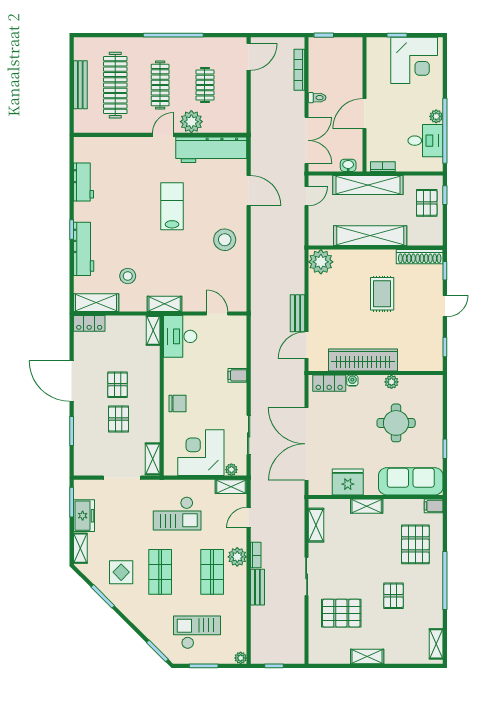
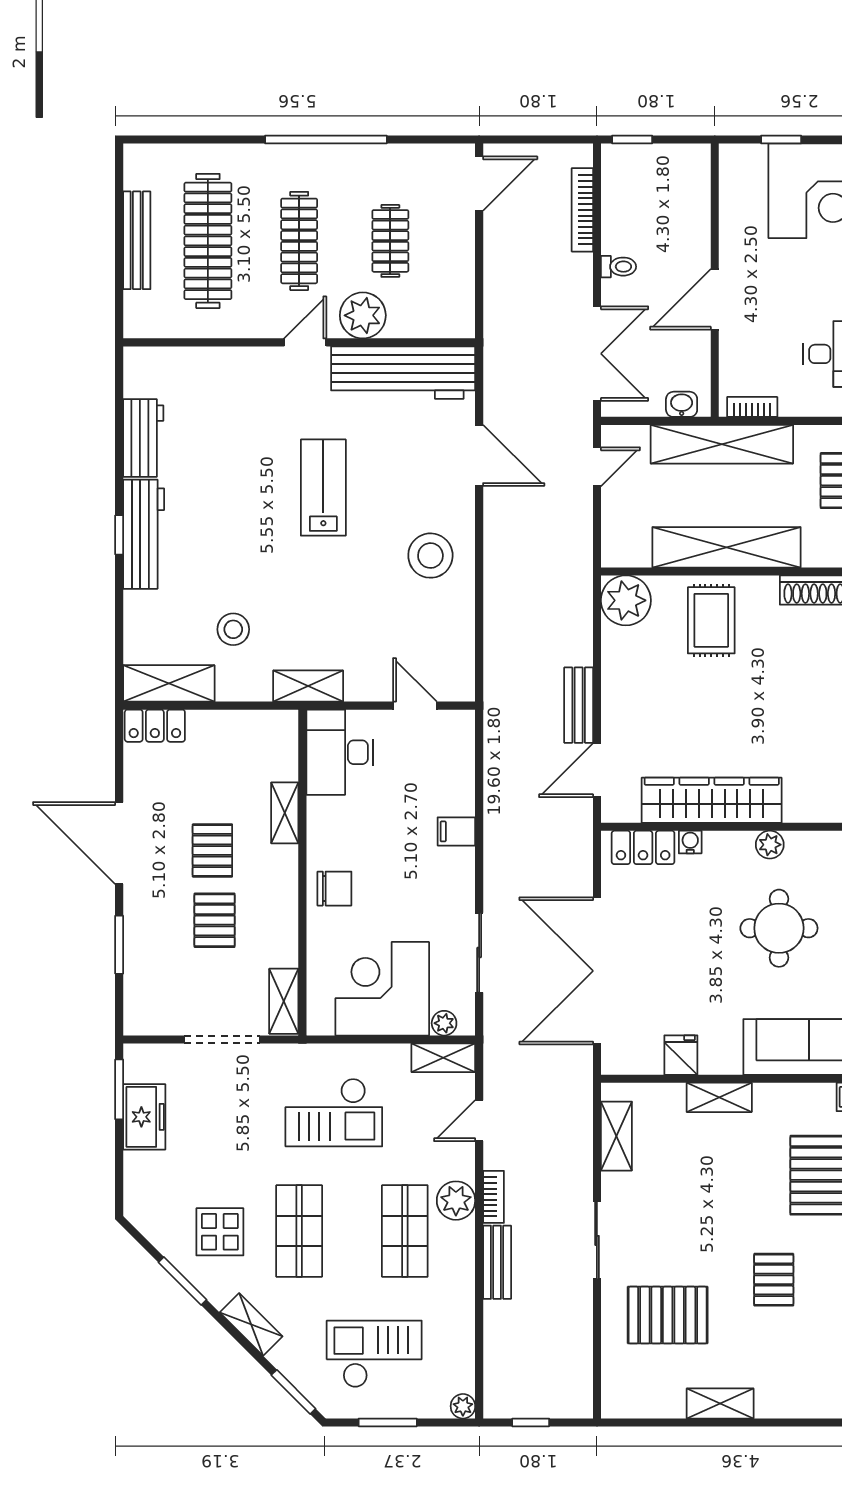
workbench: (84, 249) -> (144, 534), moved
rug: (382, 294) -> (711, 620), moved
shelving: (153, 330) -> (285, 813), moved
fridge: (348, 482) -> (681, 1055), width x0.53, depth x0.75
shelving: (80, 548) -> (251, 1324), moved, turned -45

